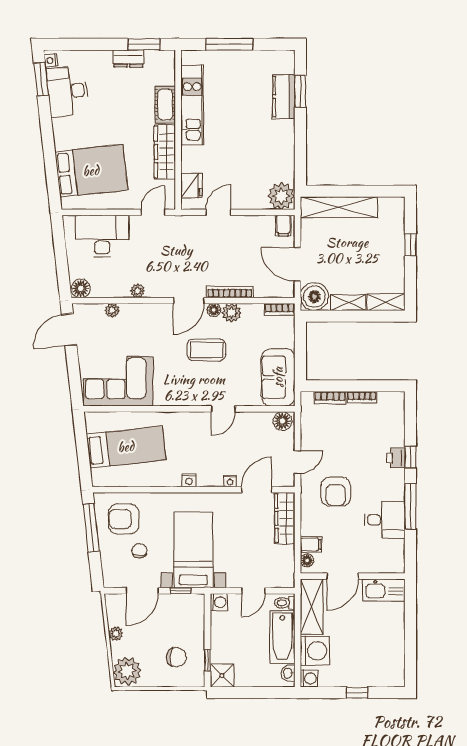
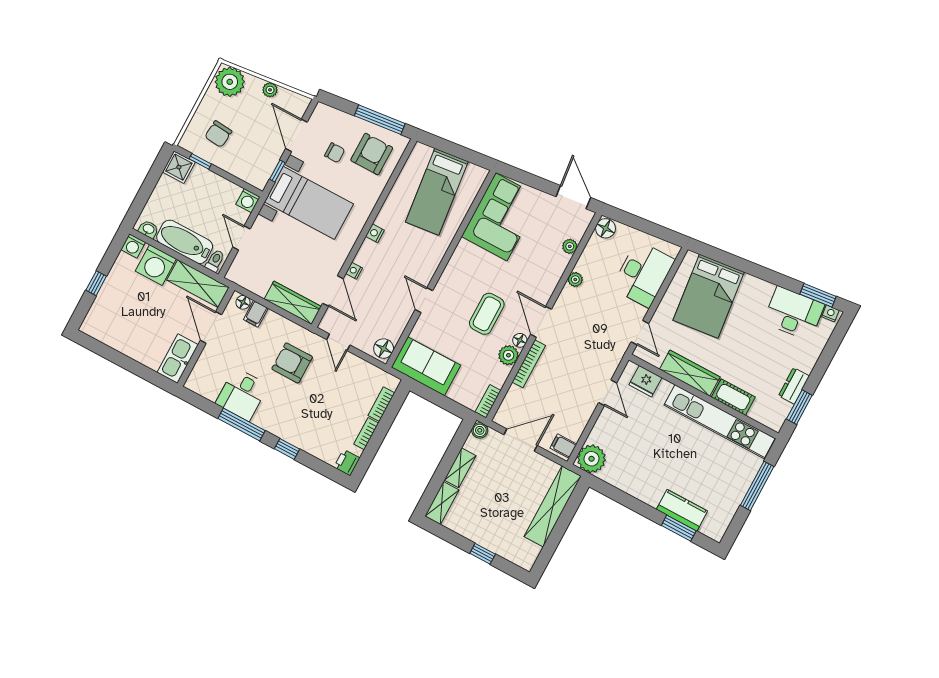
kitchen unit: (192, 105) -> (720, 422), width x1.36
boiler: (314, 297) -> (480, 430), width x0.54, depth x0.54
printer: (396, 458) -> (347, 463), moved, turned -90

